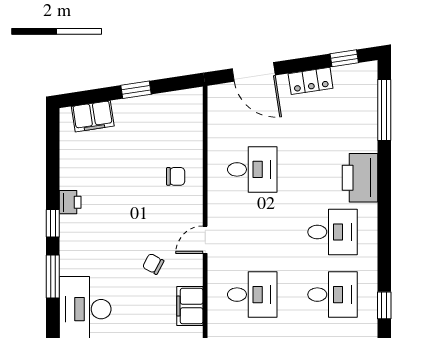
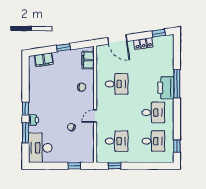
window: (384, 110) -> (177, 84), moved
printer: (70, 202) -> (33, 120), moved
filing cabinet: (190, 306) -> (88, 60), moved

